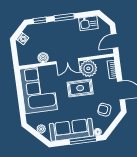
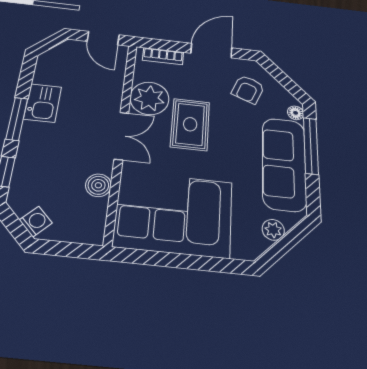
kitchen sink: (88, 23) -> (43, 103), moved

